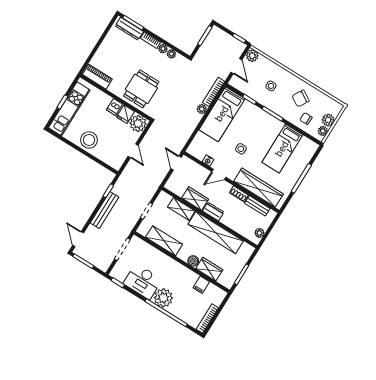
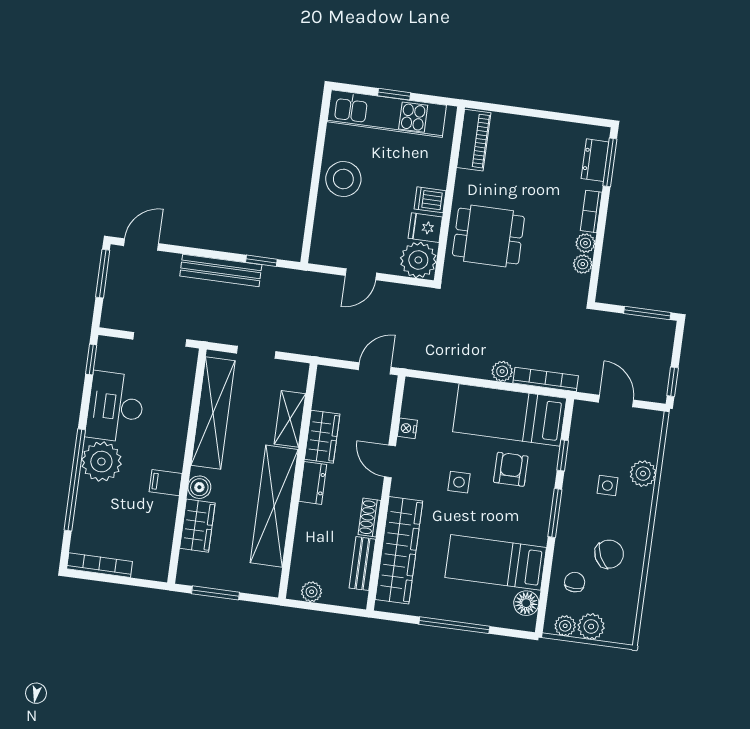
dresser: (129, 29) -> (595, 160), width x0.70
plant: (252, 56) -> (643, 474), moved
door: (236, 66) -> (616, 401), swing flipped
chair: (301, 98) -> (609, 554), turned 123
armchair: (245, 124) -> (511, 469), added
floor lamp: (306, 143) -> (526, 603), added
shelving: (164, 241) -> (213, 413), width x1.47
filing cabinet: (201, 285) -> (166, 483), moved

